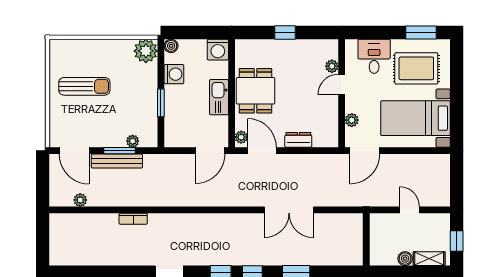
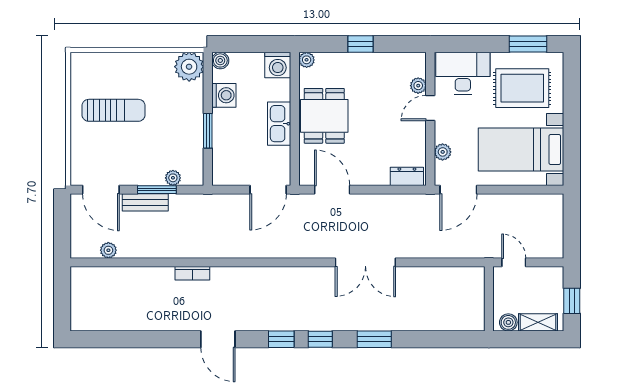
desk: (374, 56) -> (463, 73), width x1.37
plant: (241, 137) -> (307, 60), moved
dresser: (298, 140) -> (407, 176), moved
bench: (117, 161) -> (145, 202), width x0.73
bookcase: (133, 219) -> (192, 273), moved
wall: (366, 239) -> (489, 299), moved

